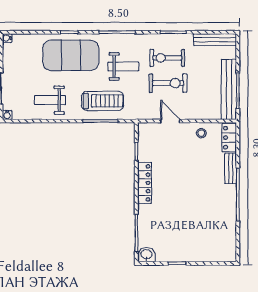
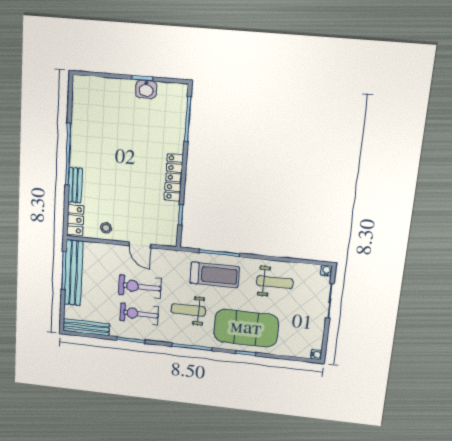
exercise bike: (167, 58) -> (139, 314), turned 180
treadmill: (103, 101) -> (215, 275), turned 180
washbasin: (146, 255) -> (146, 89), moved

